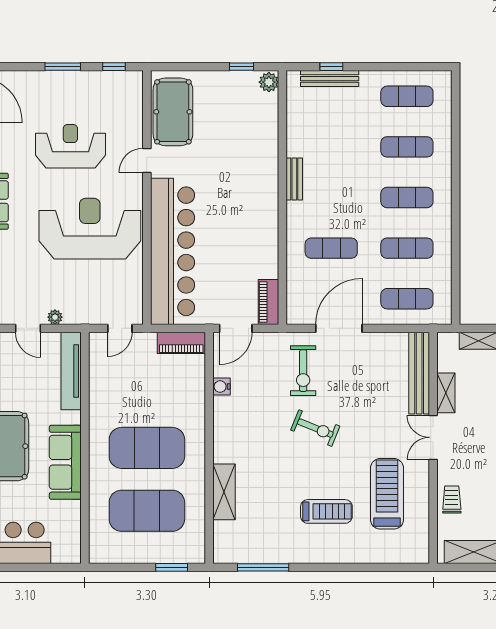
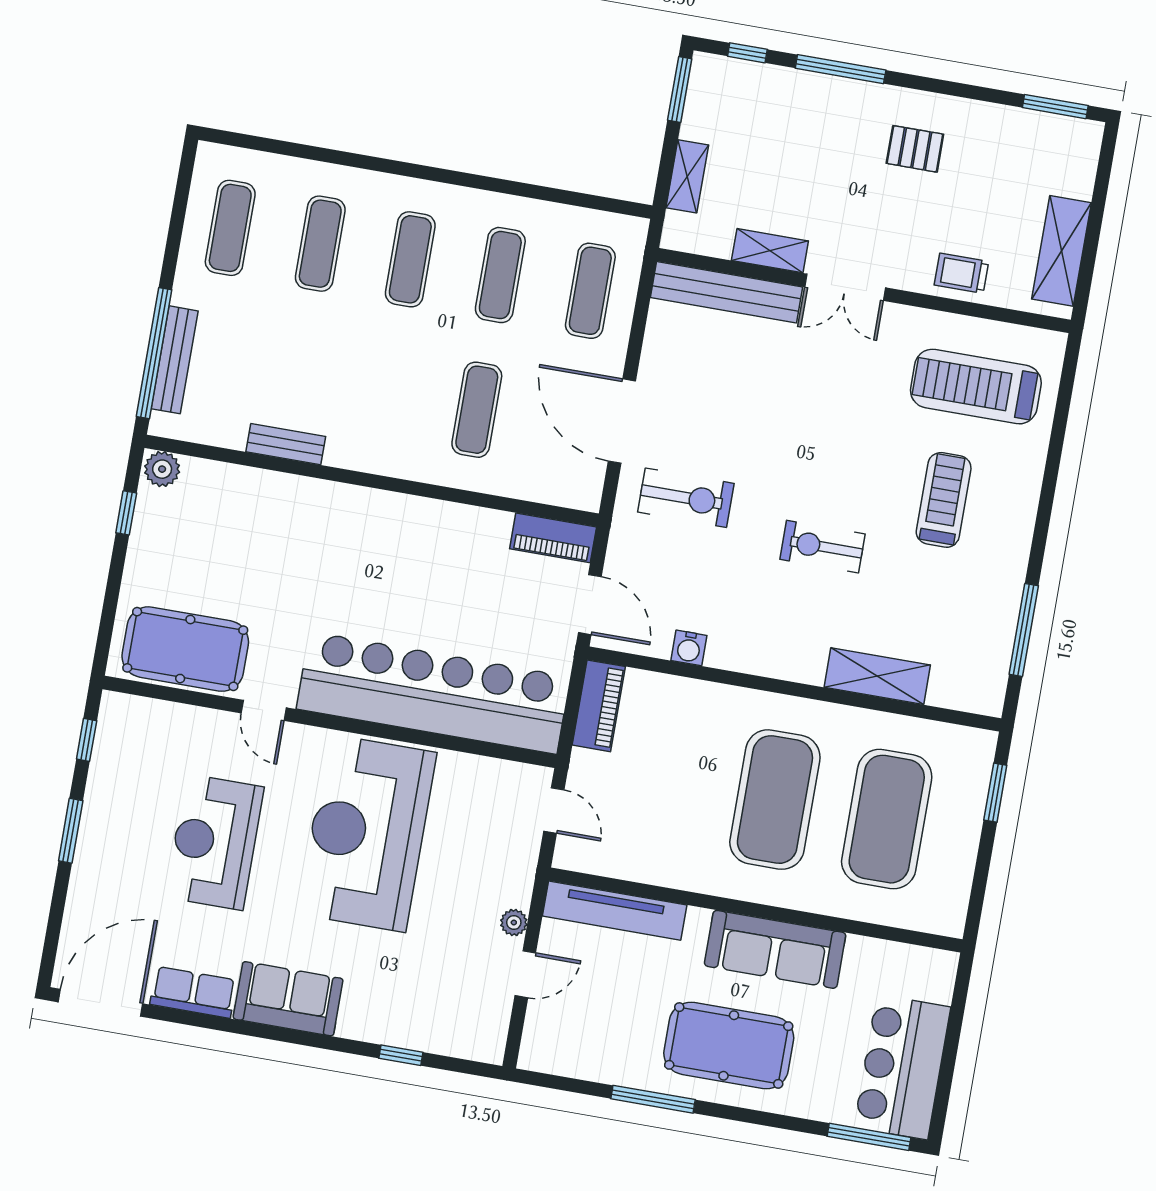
window: (331, 67) -> (154, 353), width x3.17
bench: (294, 179) -> (286, 444), moved
exercise bike: (315, 428) -> (822, 547), moved, turned -112
treadmill: (387, 494) -> (976, 387), moved

